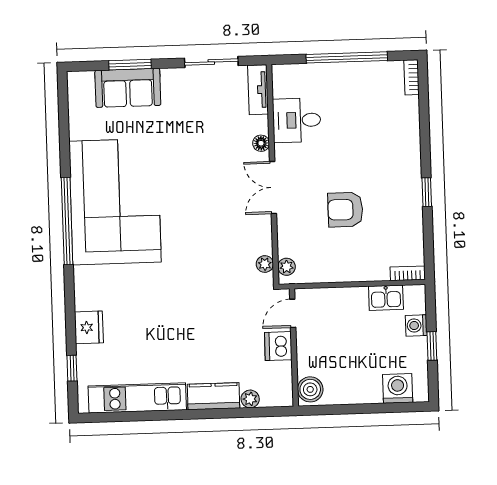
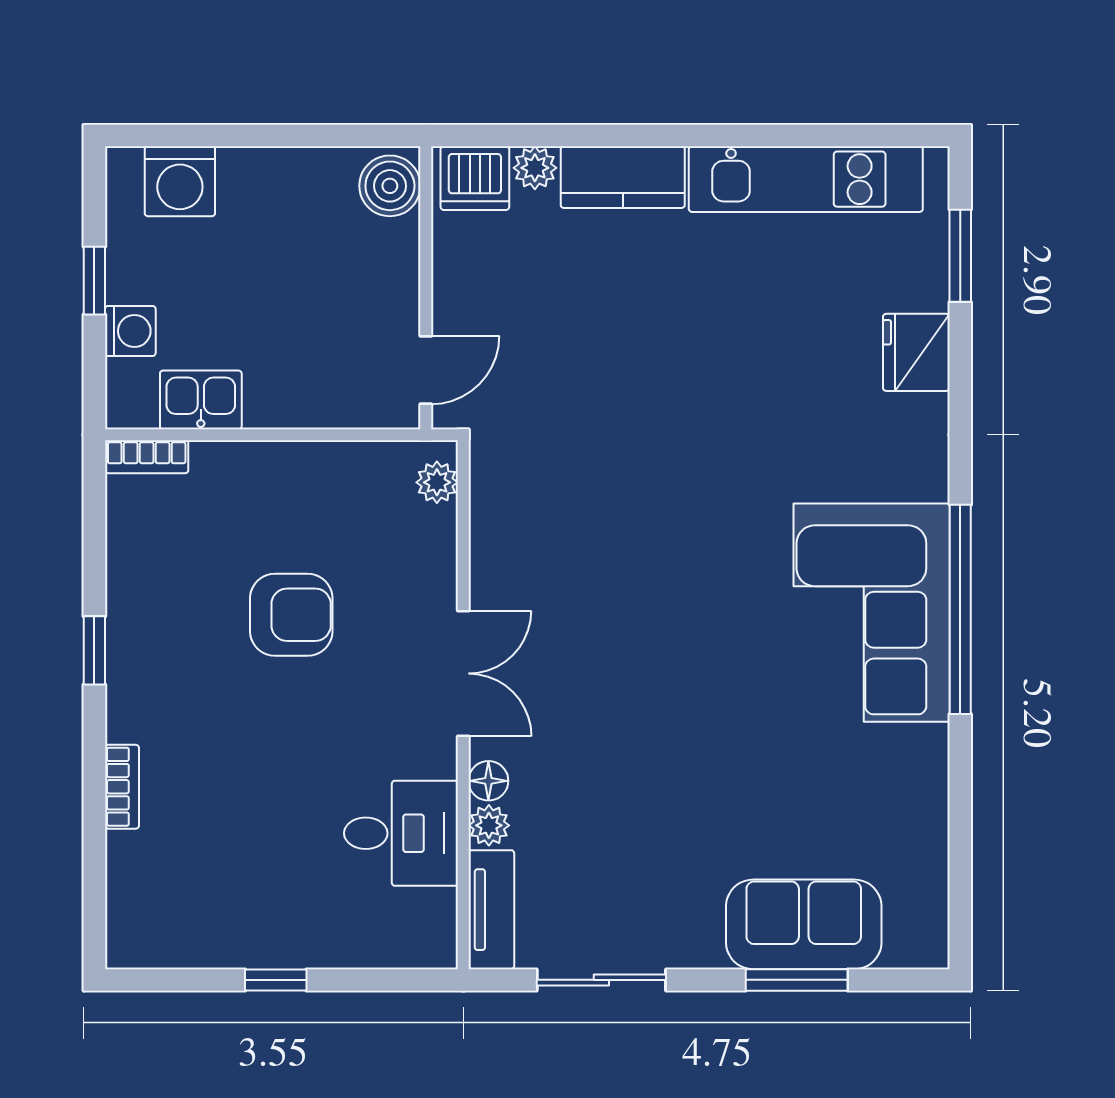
window: (347, 57) -> (276, 980), width x0.32
bookcase: (411, 77) -> (122, 787), moved
corner sofa: (115, 202) -> (872, 613), width x0.73, depth x0.74
plant: (265, 264) -> (489, 825), moved
dishwasher: (278, 346) -> (475, 178), moved, turned 90
window: (72, 368) -> (960, 256), width x1.50

